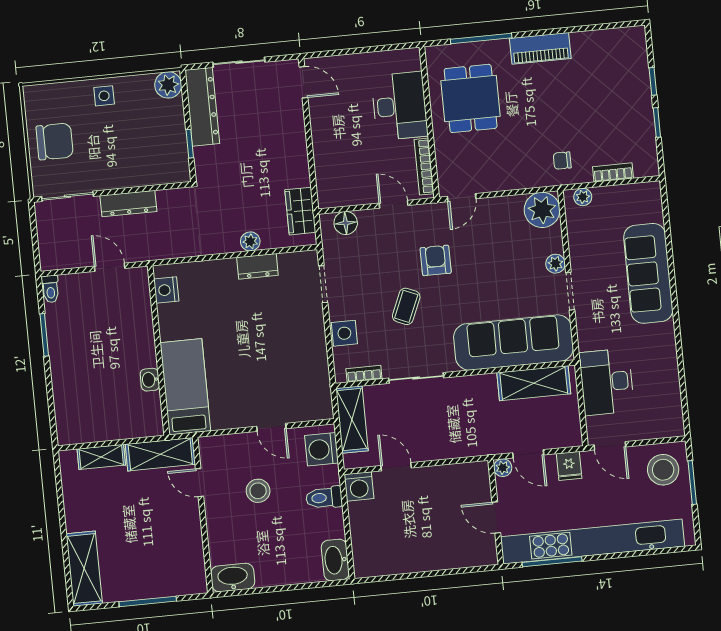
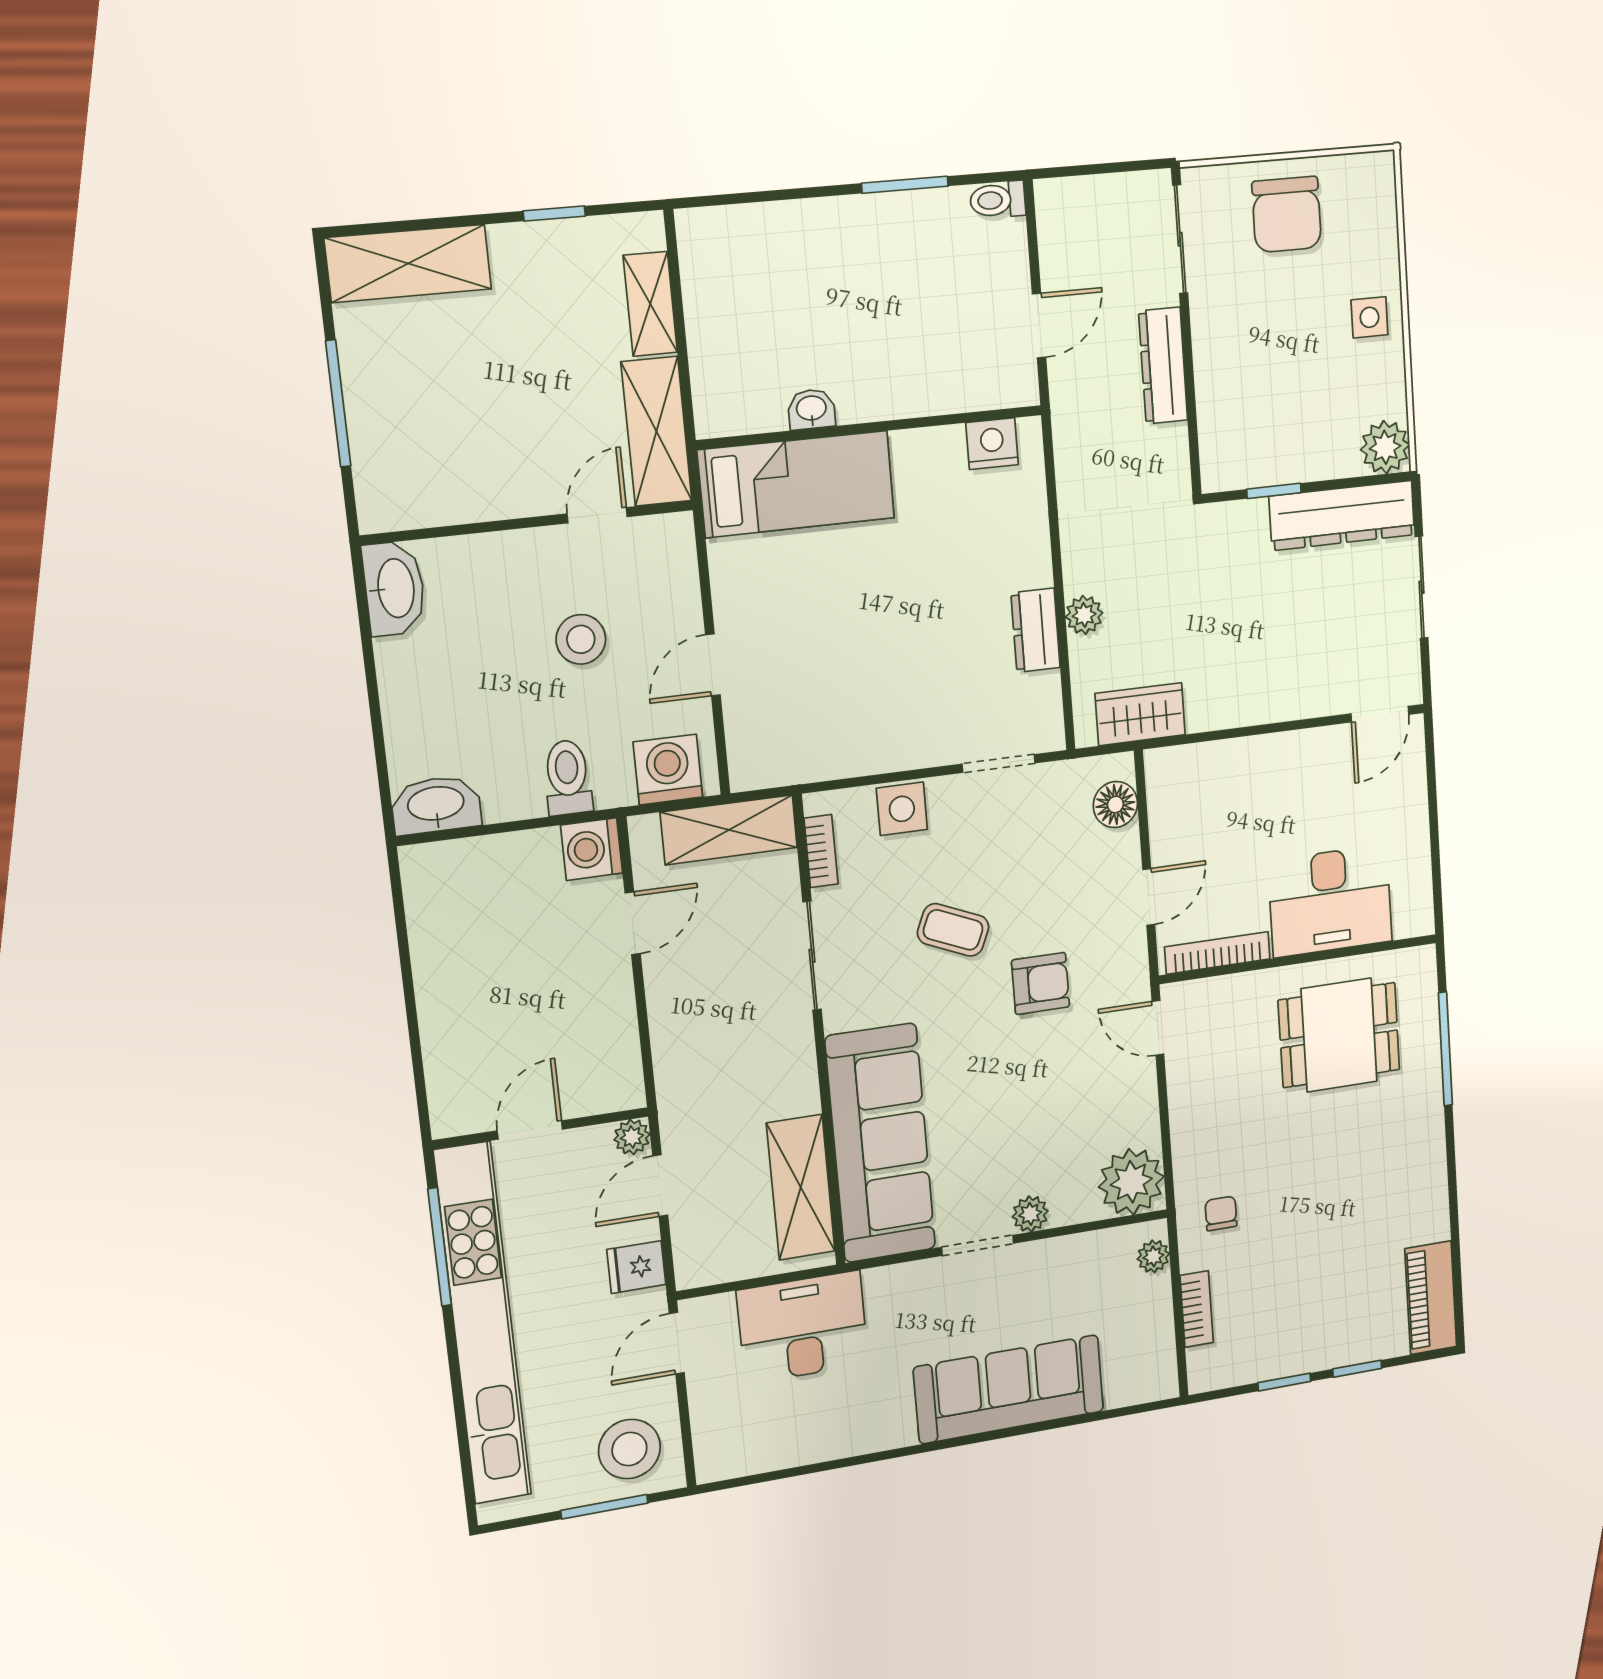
piano: (540, 48) -> (1431, 1298), moved
window: (61, 501) -> (554, 214), added

